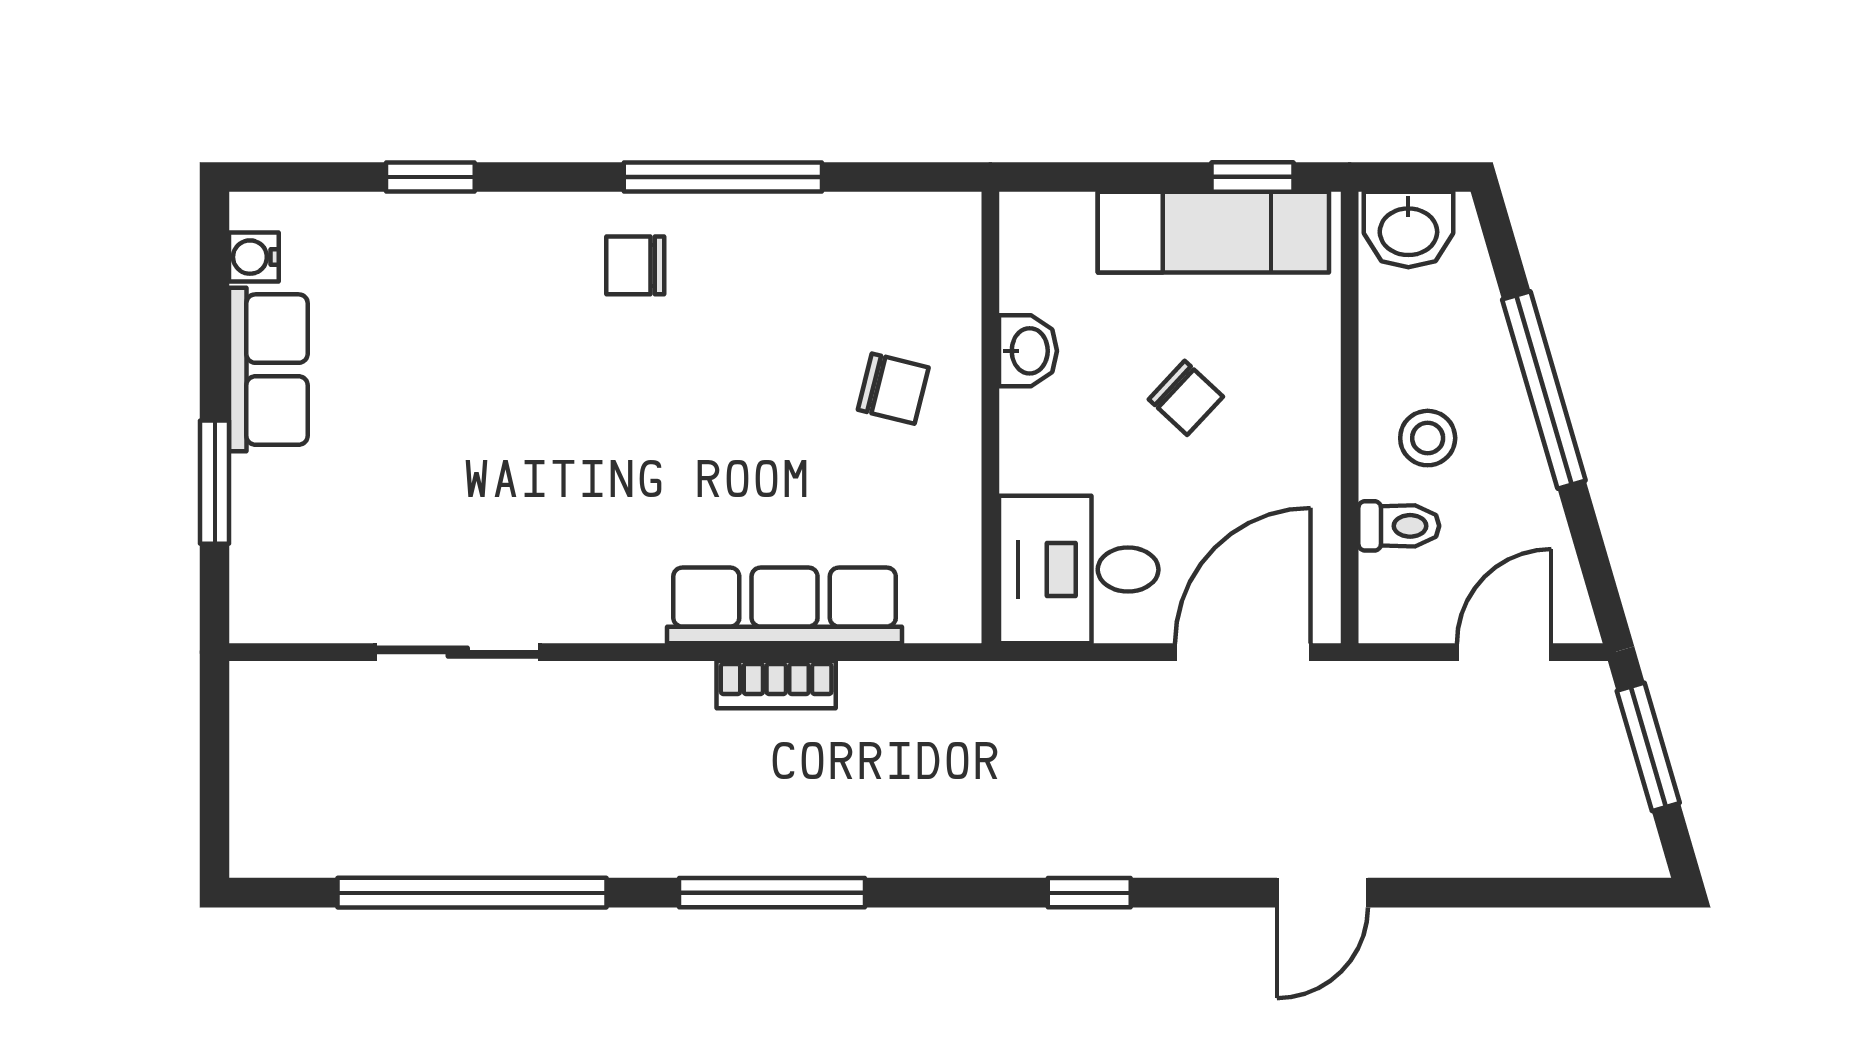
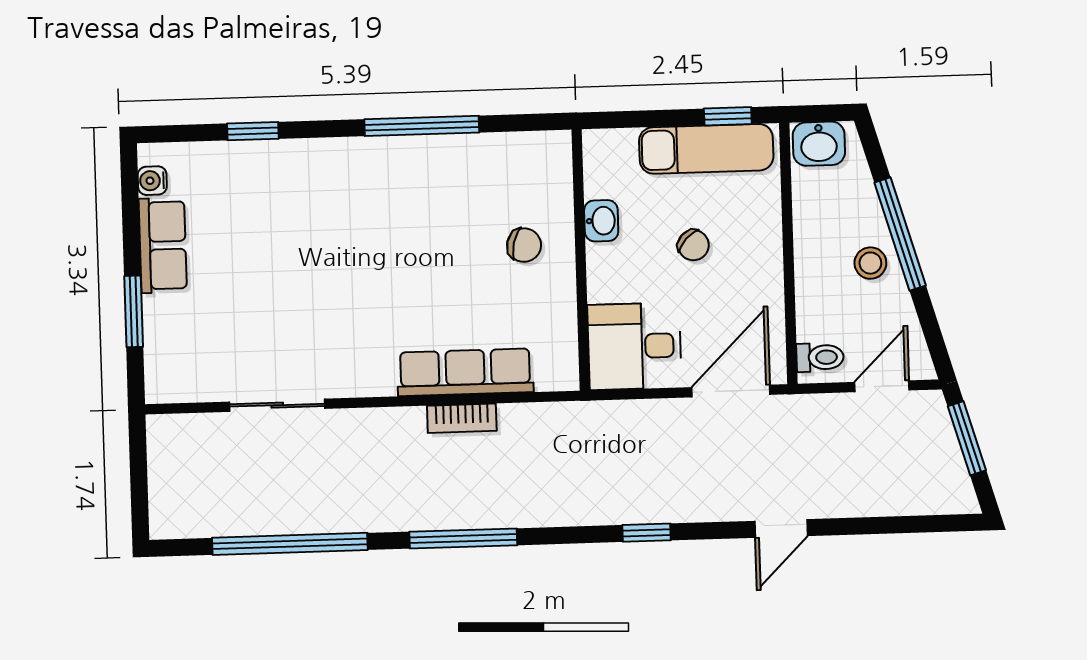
chair: (635, 265) -> (373, 179), removed
stool: (1428, 438) -> (870, 263), moved
toilet: (1399, 526) -> (820, 357), moved

